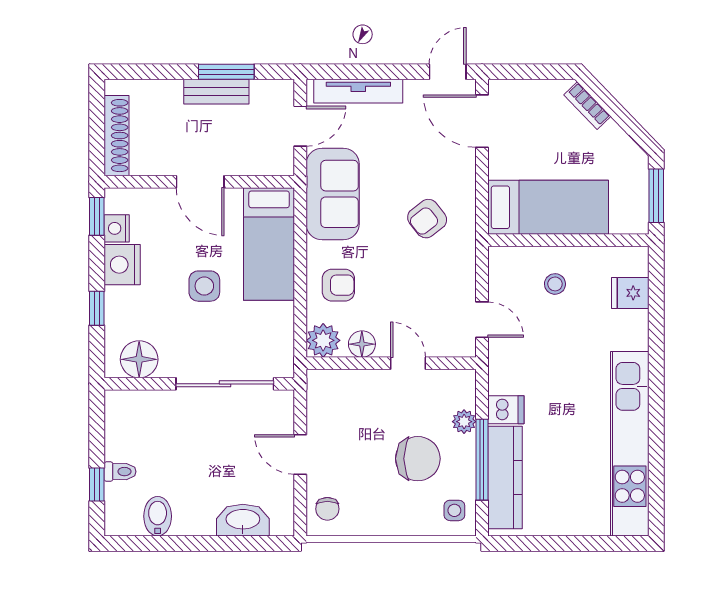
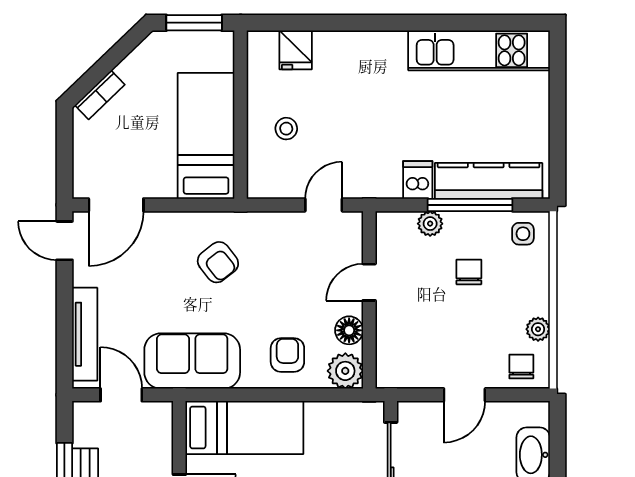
kitchen unit: (630, 444) -> (479, 50), width x0.73
chair: (418, 459) -> (469, 272), width x0.54, depth x0.54
chair: (327, 509) -> (521, 367), turned -90
plant: (363, 525) -> (538, 329), added

